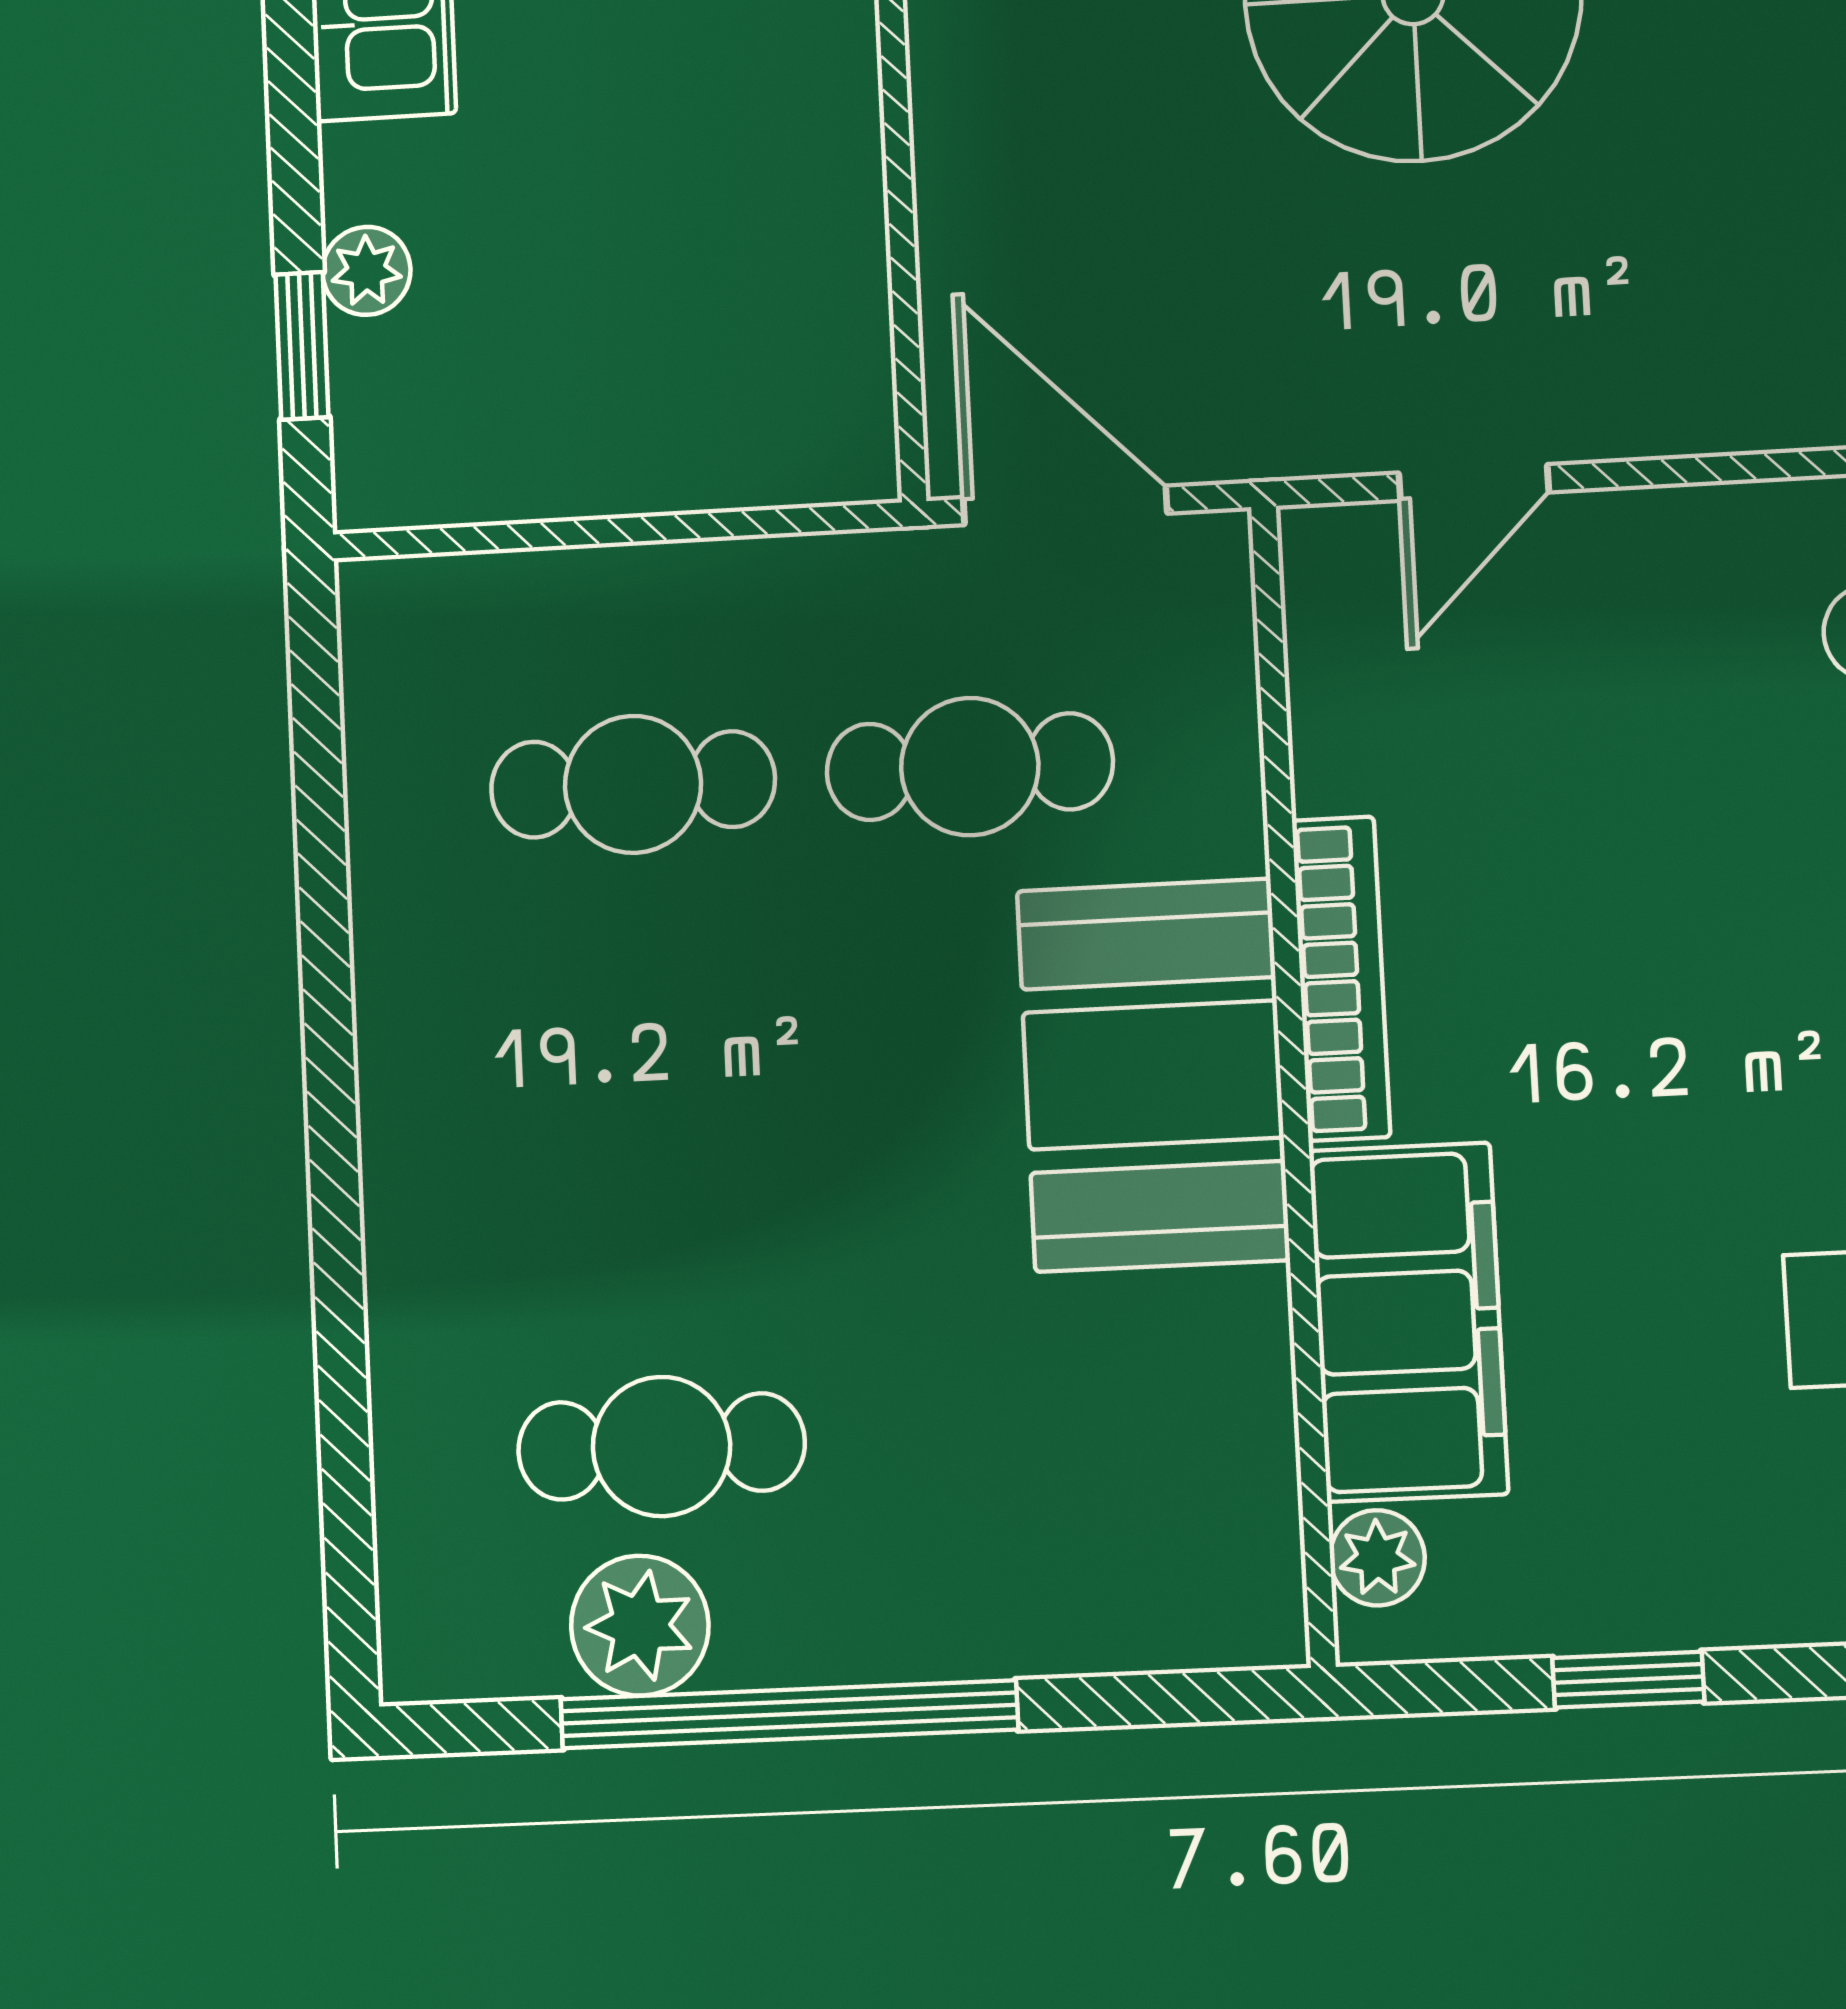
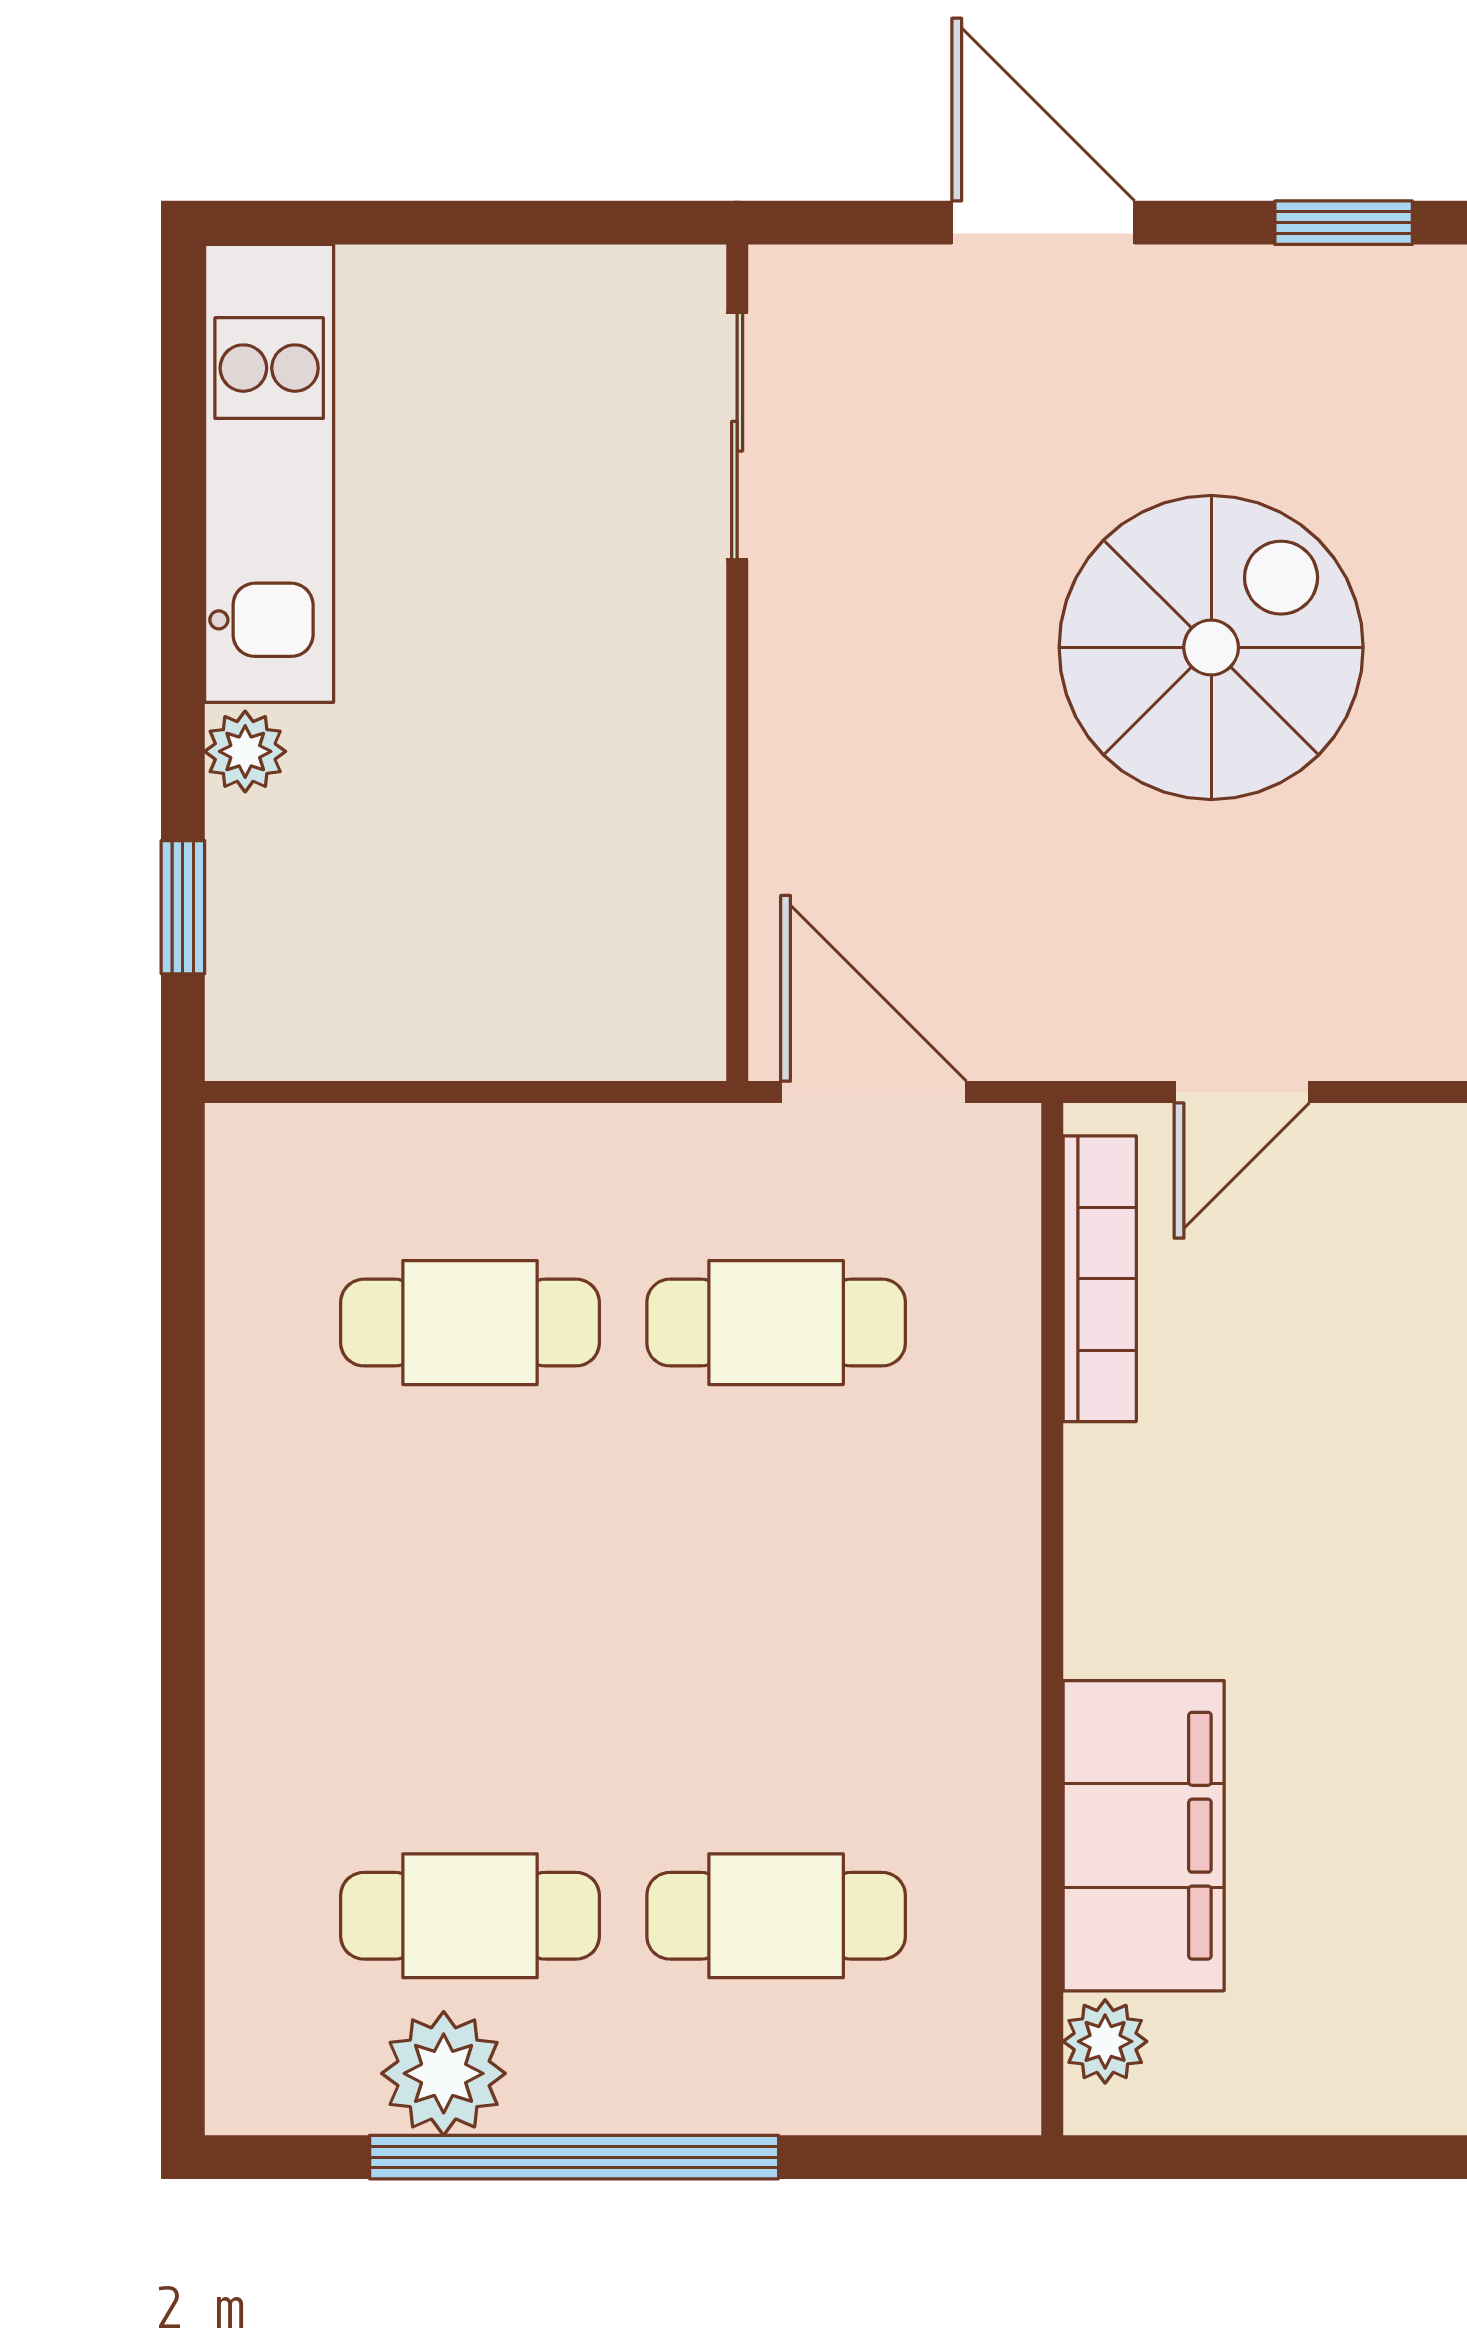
plant: (366, 271) -> (245, 751), moved
bookcase: (1341, 979) -> (1100, 1279), moved
booth: (1153, 1075) -> (927, 1606), removed
cafe table: (1001, 1431) -> (776, 1916), added
window: (1628, 1680) -> (1321, 2157), removed

